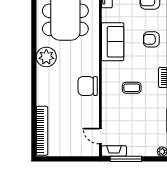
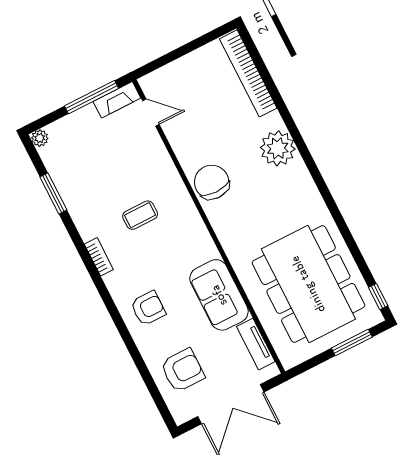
sofa: (113, 42) -> (219, 295), moved
plant: (46, 57) -> (278, 148), moved
chair: (88, 86) -> (212, 182), turned -90

